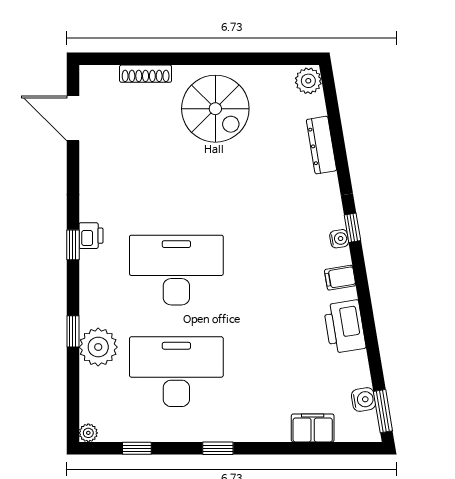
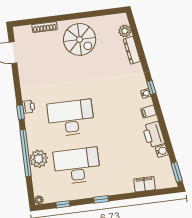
plant: (308, 81) -> (125, 31), moved
window: (73, 331) -> (26, 153), width x3.17
water cooler: (363, 400) -> (162, 151), moved

